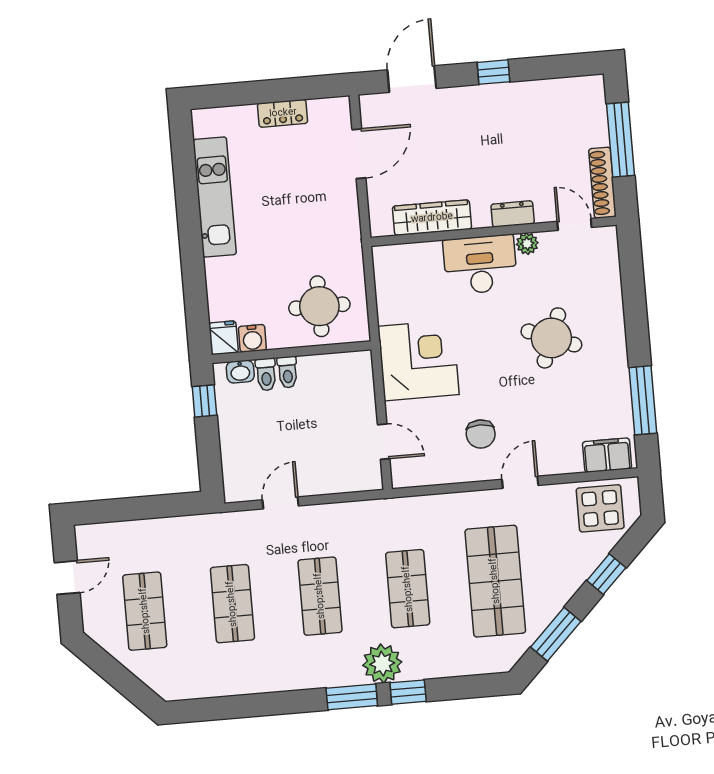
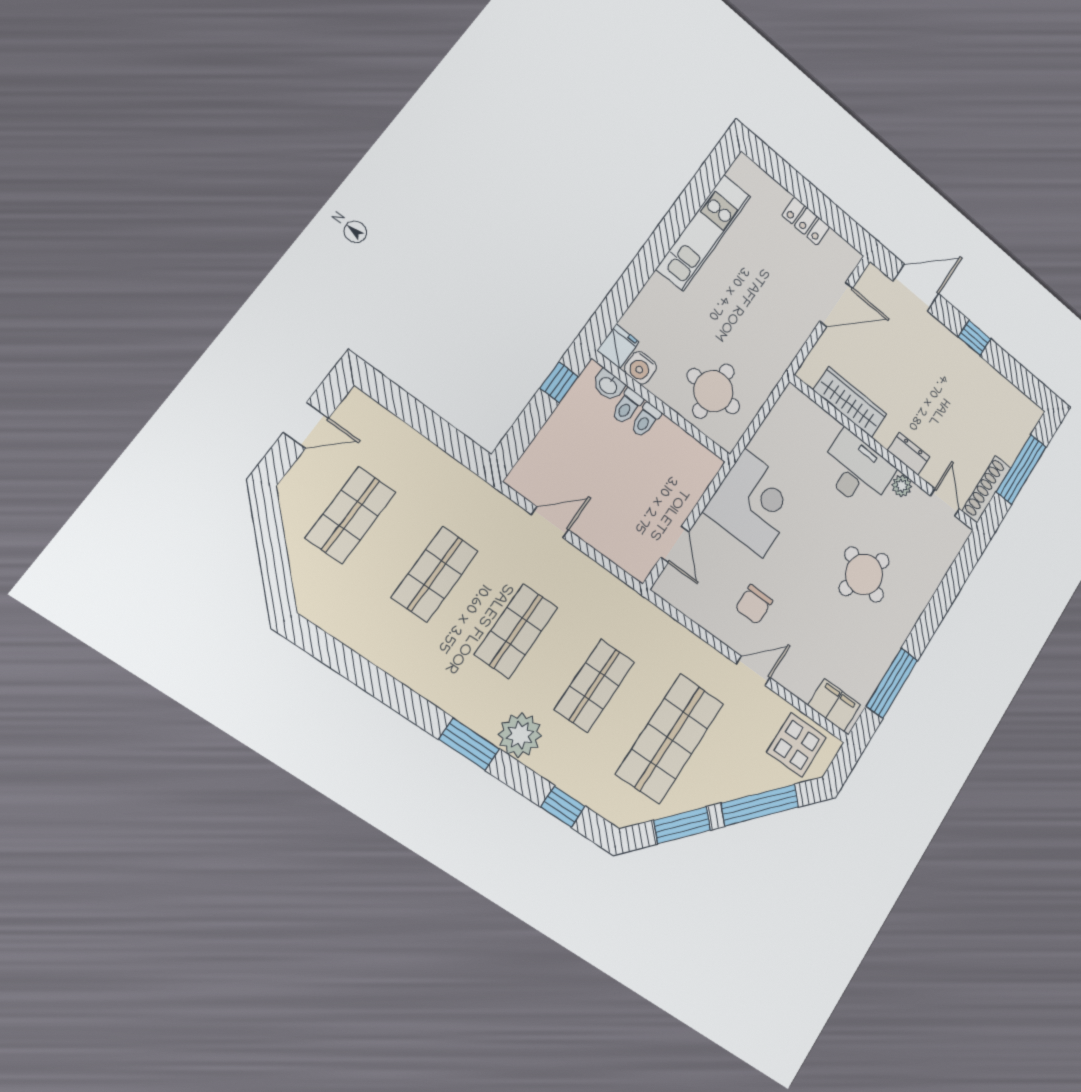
window: (606, 574) -> (760, 805), width x2.17
window: (408, 692) -> (563, 807), moved

